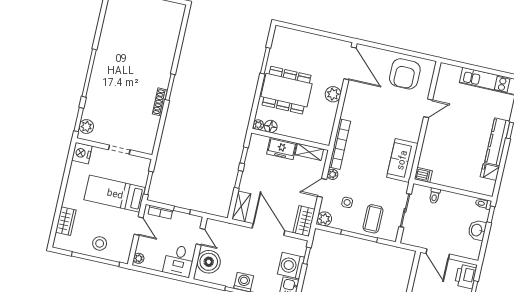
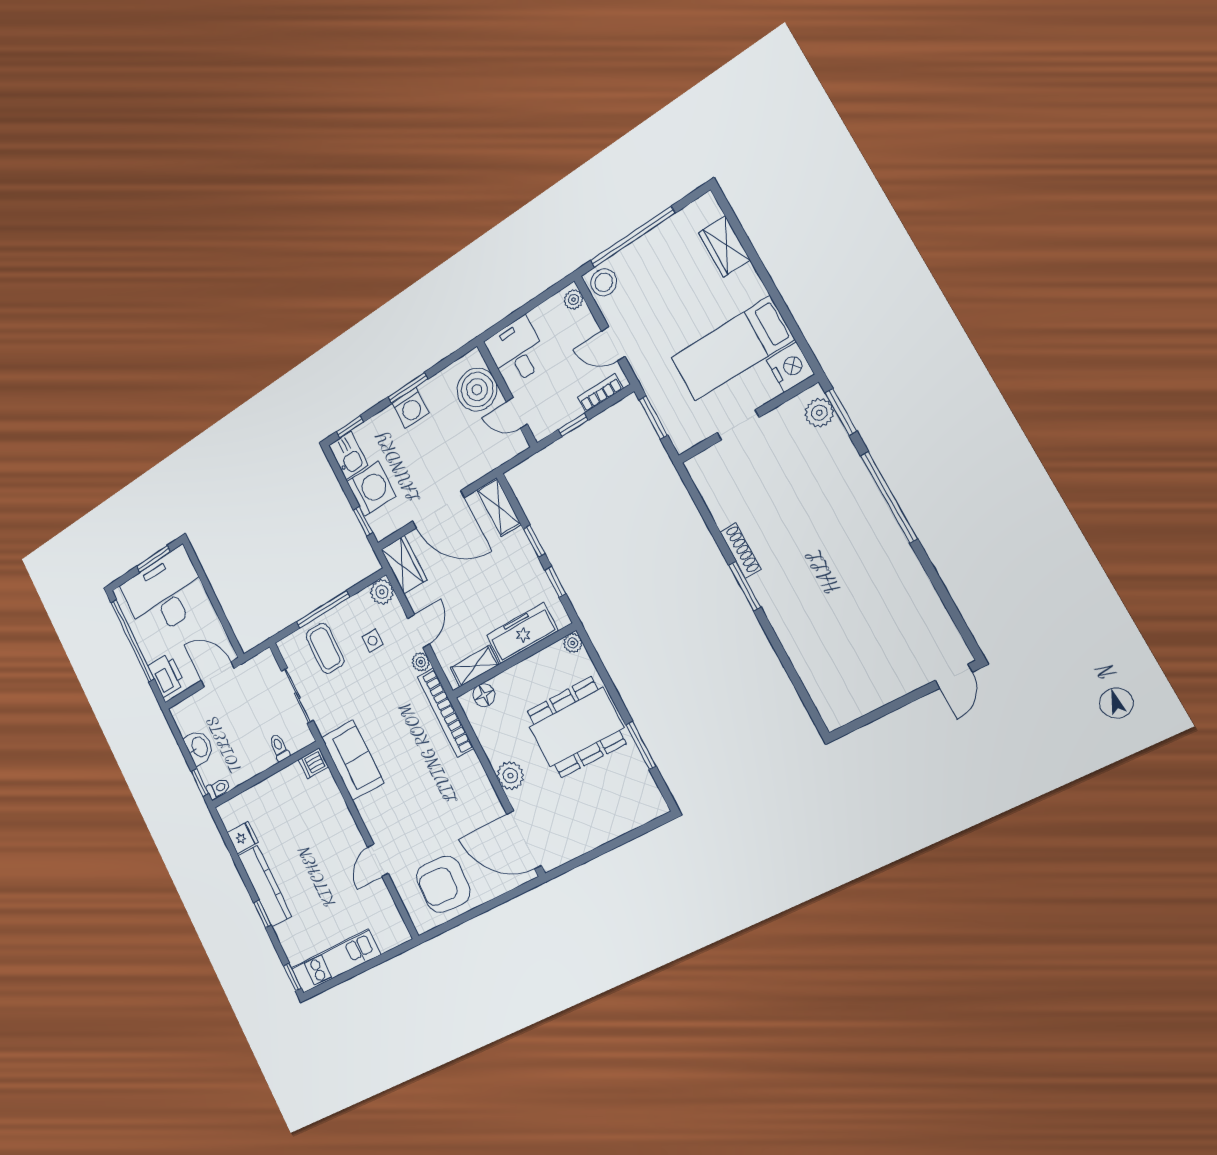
armchair: (405, 74) -> (443, 884), turned -87
floor lamp: (271, 126) -> (484, 695), moved
freezer: (282, 148) -> (522, 633), width x1.40
bed: (115, 194) -> (732, 349), moved, turned 180
stool: (100, 243) -> (604, 282), moved

